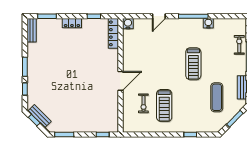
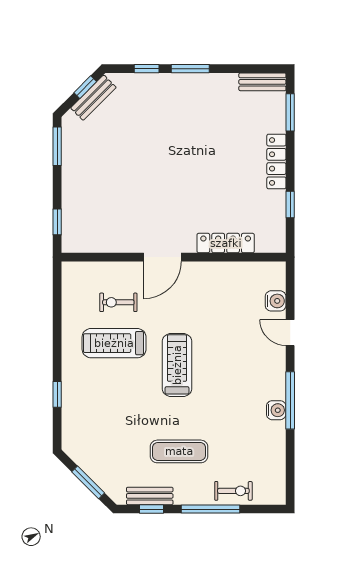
locker: (72, 23) -> (276, 161), width x1.53
water cooler: (208, 23) -> (276, 410), moved
water cooler: (128, 24) -> (276, 301), moved
locker: (113, 33) -> (226, 243), moved
treadmill: (193, 64) -> (177, 365), moved, turned 90
door: (121, 81) -> (162, 257), hinge flipped
exercise mat: (217, 97) -> (179, 451), moved

